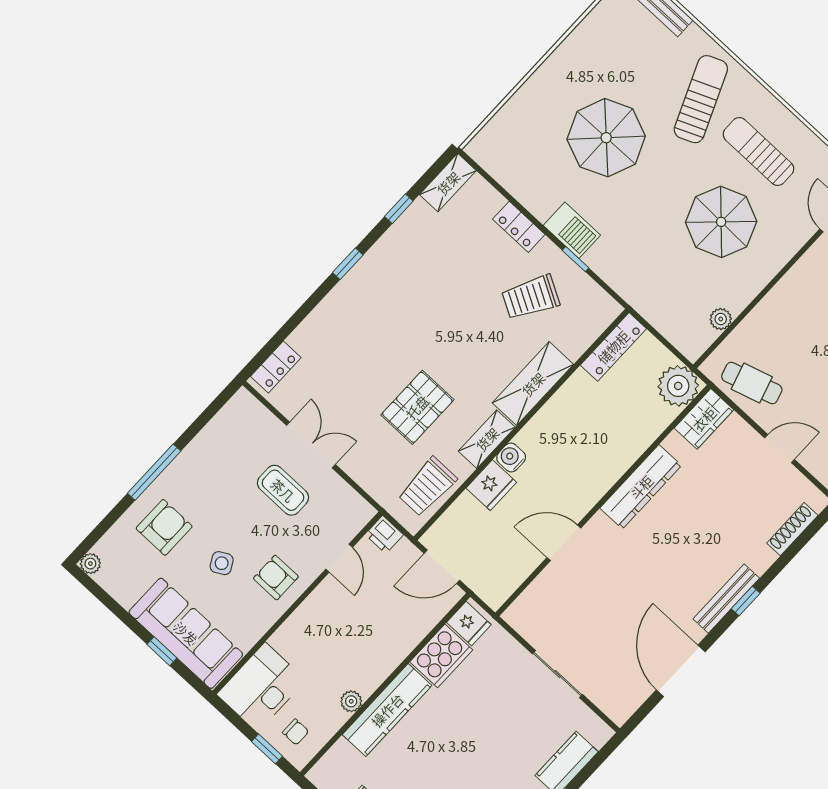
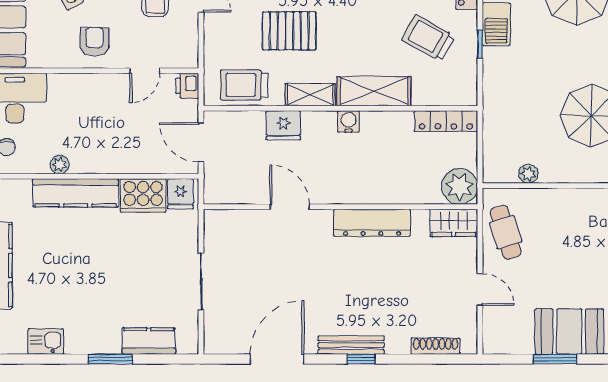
water cooler: (511, 457) -> (348, 122), moved

